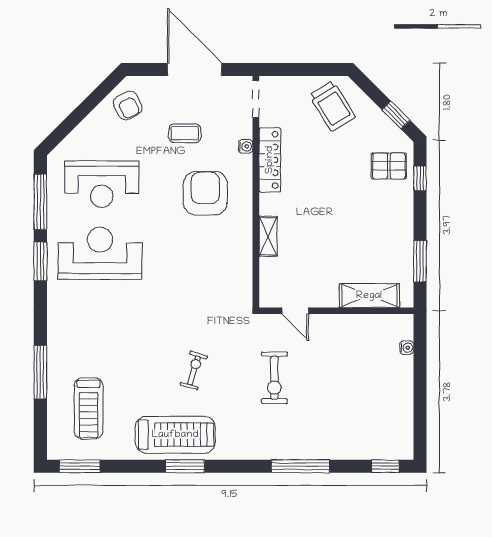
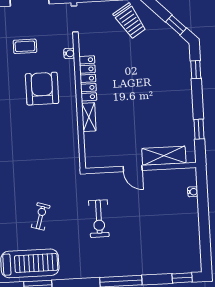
locker: (270, 160) -> (88, 78), moved
pallet: (389, 166) -> (173, 62), removed
window: (420, 261) -> (199, 129), width x0.67
door: (295, 311) -> (133, 168), moved

